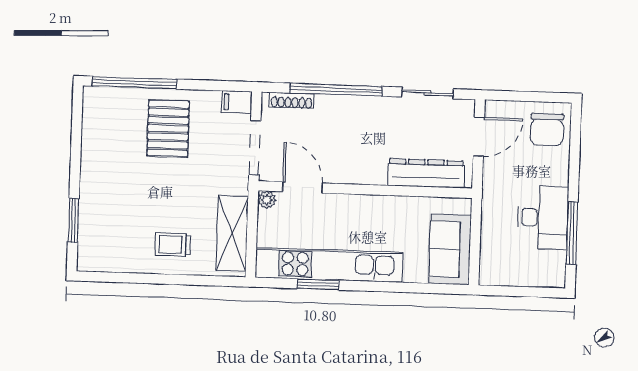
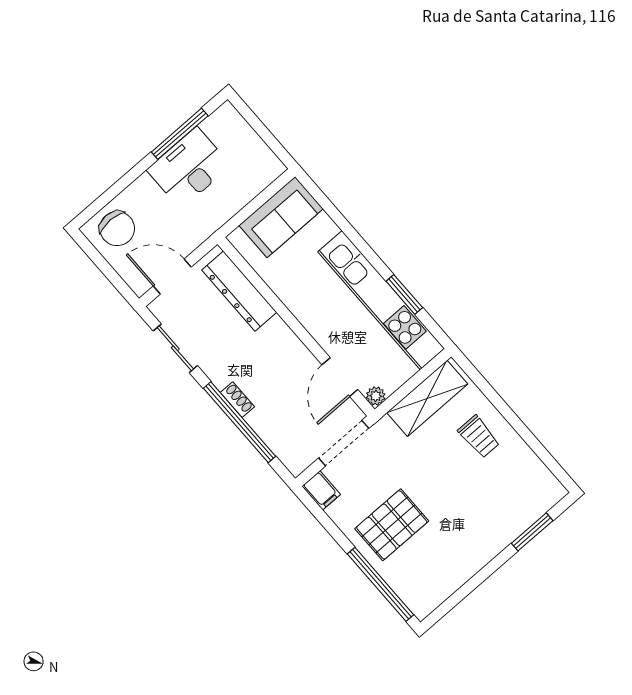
shoe rack: (292, 101) -> (237, 400), moved, width x0.70
chair: (547, 130) -> (117, 229), turned 90

